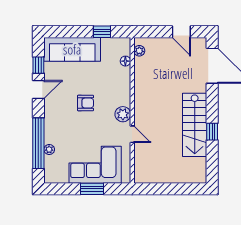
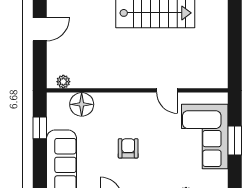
floor lamp: (125, 61) -> (82, 104), width x1.89, depth x1.89
plant: (123, 114) -> (142, 102), removed
door: (132, 134) -> (167, 90), swing flipped

